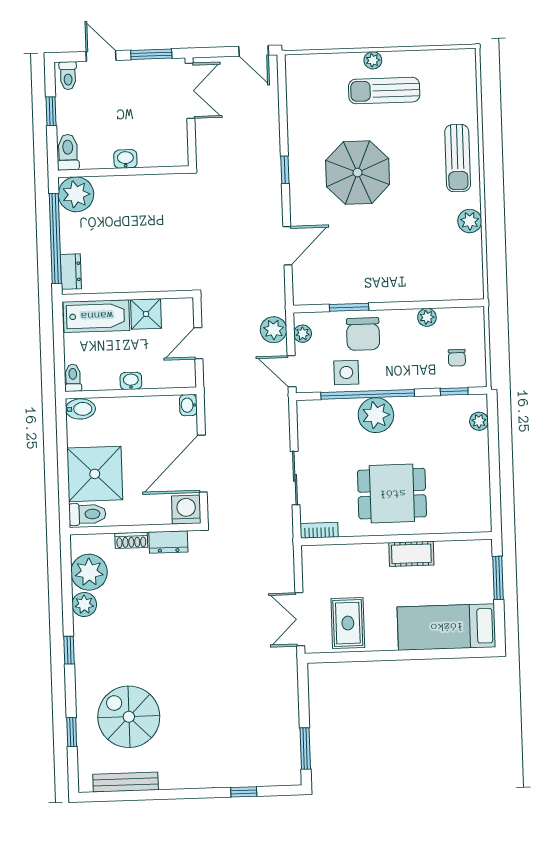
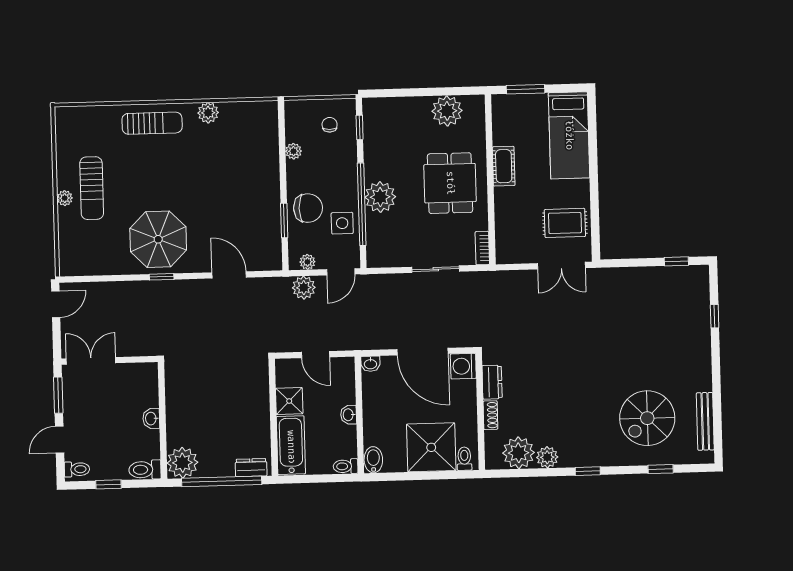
parasol: (358, 173) -> (158, 239), moved
chair: (457, 358) -> (330, 125), turned -90
plant: (479, 421) -> (447, 111), moved, width x1.88, depth x1.88
toilet: (87, 514) -> (464, 459), width x0.73, depth x0.72
window: (305, 749) -> (676, 261), width x0.67

